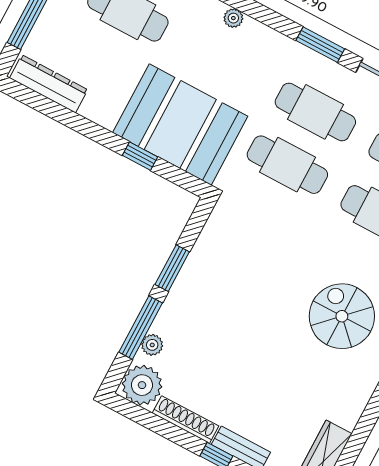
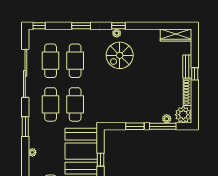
window: (320, 45) -> (25, 127), moved

